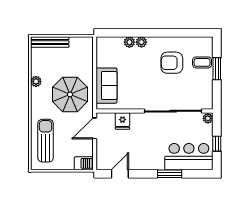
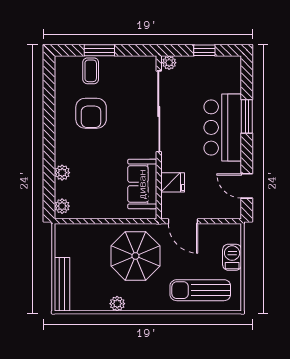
plant: (141, 42) -> (62, 206), moved
sofa: (106, 86) -> (142, 184), moved, turned -90
bar counter: (189, 157) -> (223, 127), moved
barbecue: (84, 163) -> (232, 257), moved

